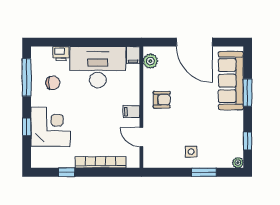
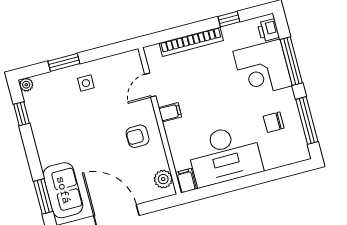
printer: (61, 54) -> (268, 30), moved, turned -90
sofa: (231, 81) -> (63, 190), width x0.73
window: (248, 93) -> (43, 196), moved
window: (27, 127) -> (291, 61), width x2.17
door: (141, 137) -> (150, 85), swing flipped

